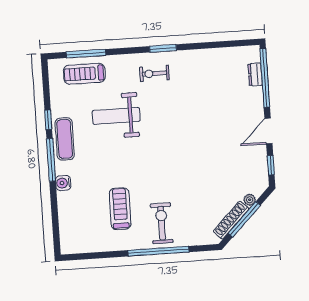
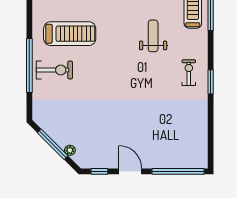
dresser: (255, 75) -> (182, 163), removed
weight bench: (116, 116) -> (153, 36), width x0.73, depth x0.75
treadmill: (120, 209) -> (70, 34), width x1.37, depth x1.38
shoe rack: (231, 220) -> (53, 132), removed

